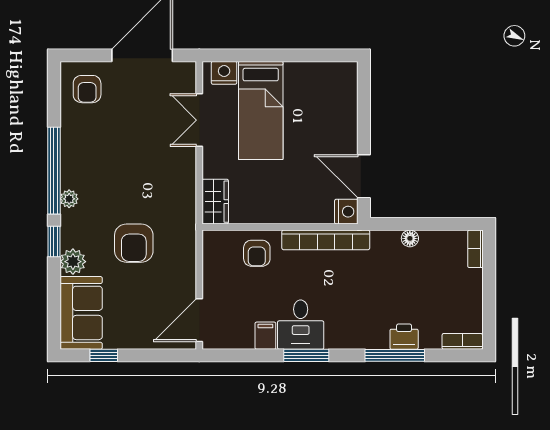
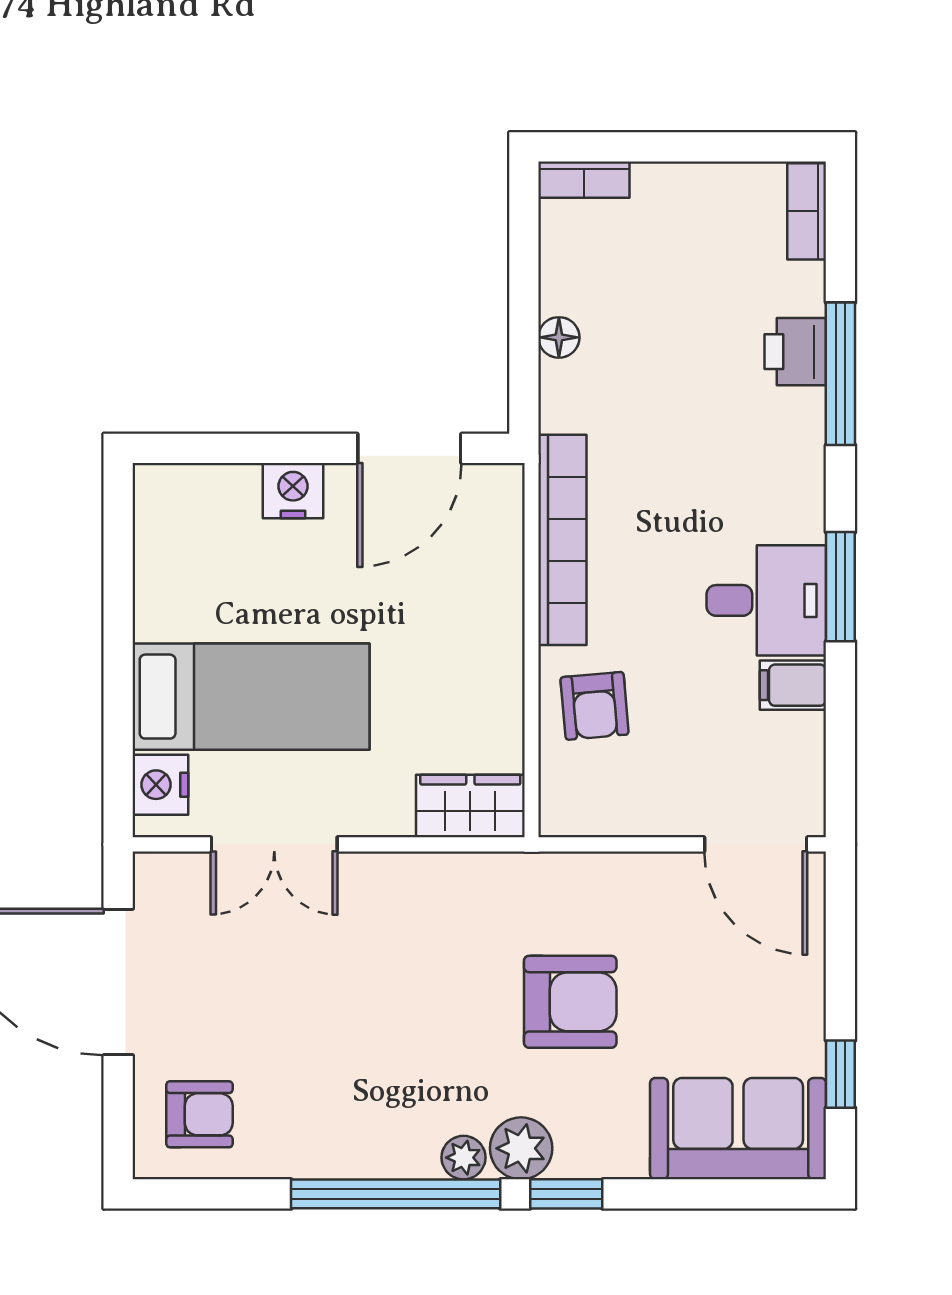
nightstand: (346, 212) -> (293, 491), moved
armchair: (257, 253) -> (595, 706), turned 85
plant: (73, 262) -> (521, 1148), moved

